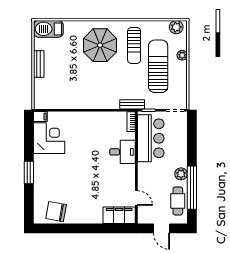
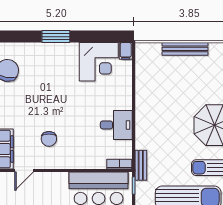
bench: (39, 64) -> (185, 49), width x1.36
desk: (123, 152) -> (116, 125), moved, turned -90
chair: (111, 178) -> (49, 139), added

